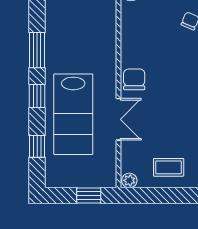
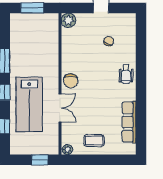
chair: (134, 79) -> (71, 81), turned 180

